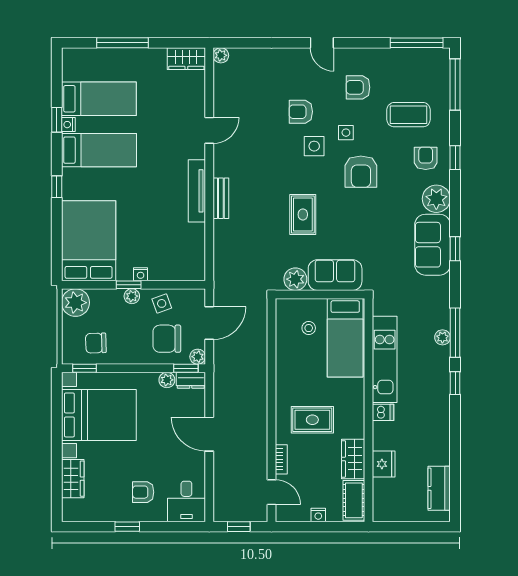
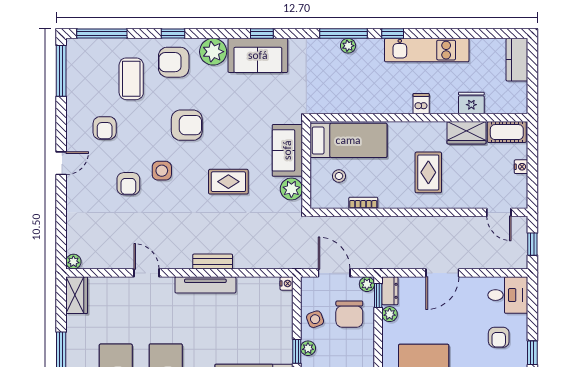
side table: (346, 133) -> (149, 140), removed
armchair: (426, 158) -> (174, 62), width x1.38, depth x1.38
nightstand: (141, 274) -> (287, 283), moved
kitchen unit: (385, 359) -> (427, 50), moved, turned 180
bookcase: (281, 459) -> (363, 203), moved
kitchen counter: (439, 488) -> (517, 60), moved, turned 90
door: (271, 492) -> (499, 212), swing flipped

